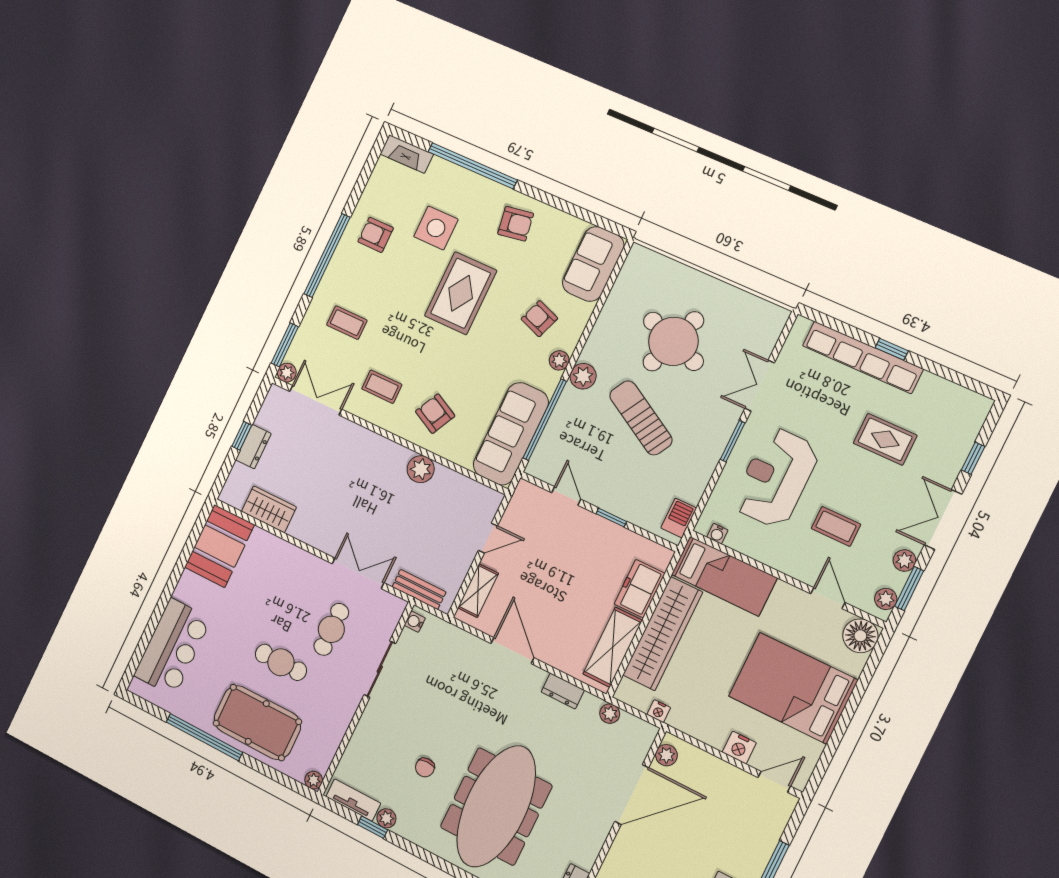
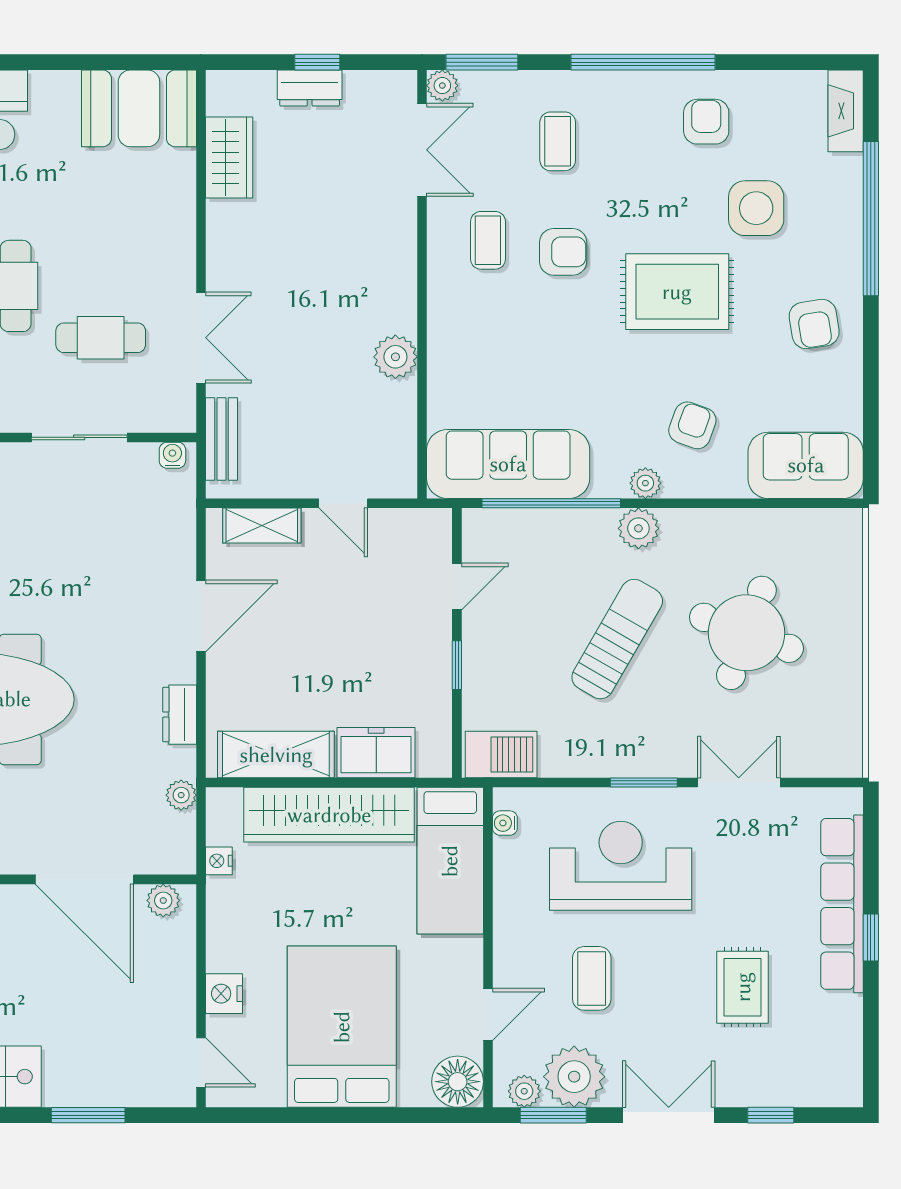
armchair: (435, 414) -> (563, 252), moved, turned 63
barbecue: (679, 518) -> (501, 754), width x1.38, depth x1.27
plant: (904, 561) -> (574, 1077), width x1.88, depth x1.88

